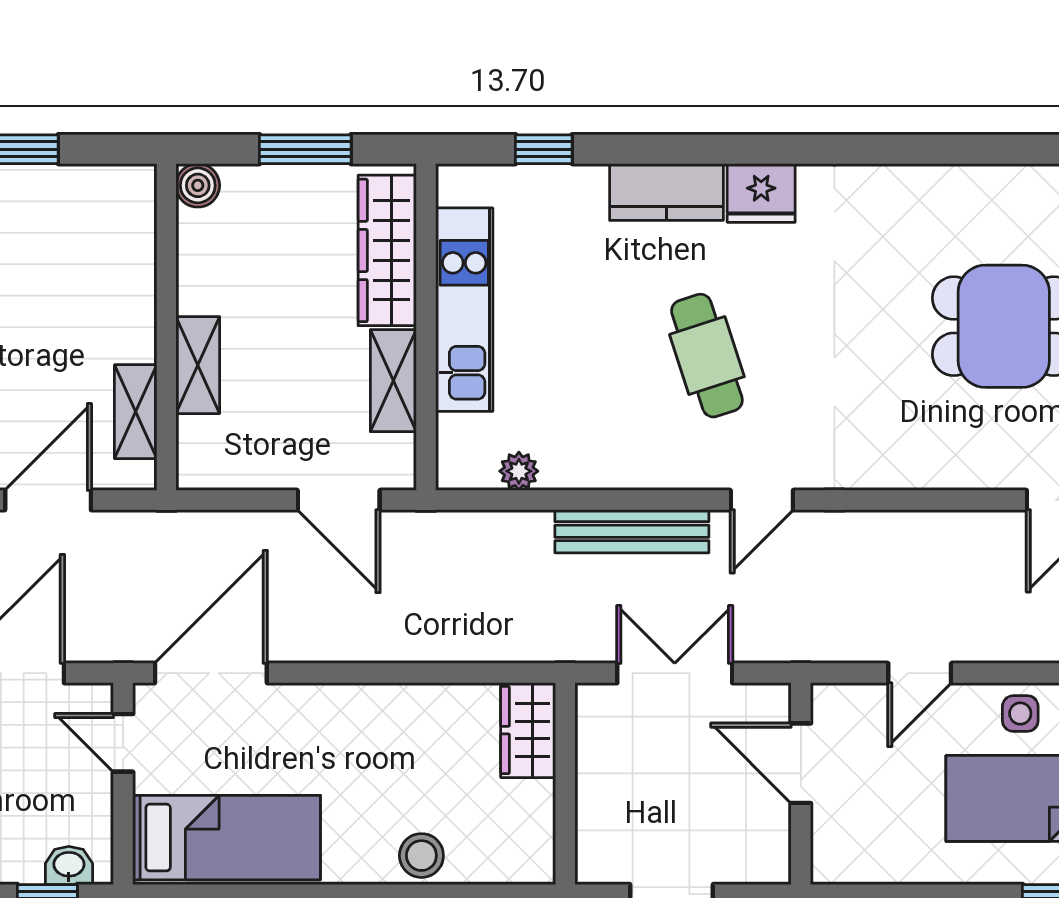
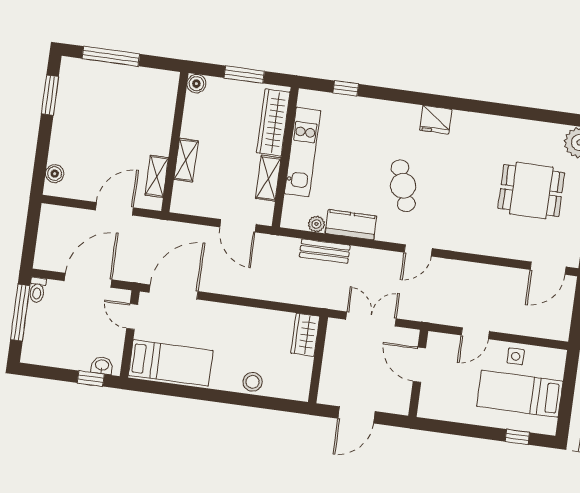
kitchen counter: (666, 192) -> (351, 225), moved, turned 180
bench: (632, 531) -> (325, 251), moved, width x0.73

